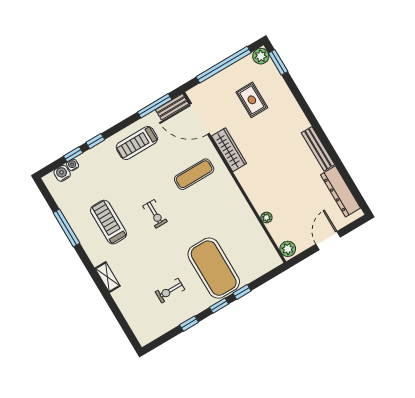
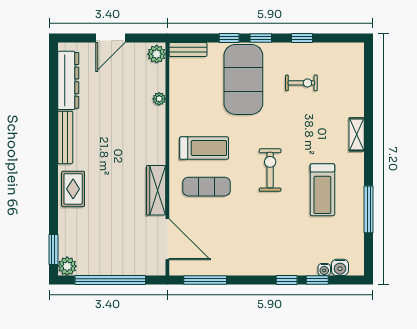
rug: (252, 100) -> (73, 189), moved
bench: (172, 107) -> (188, 49), moved
treadmill: (137, 143) -> (204, 148), moved
exercise bike: (155, 214) -> (270, 170), width x1.38, depth x1.39

